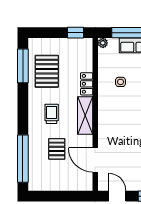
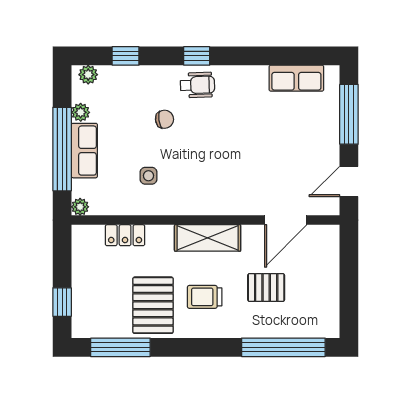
window: (75, 33) -> (62, 302), moved
pallet: (47, 71) -> (153, 305), moved, turned 90
locker: (87, 84) -> (125, 235), moved

